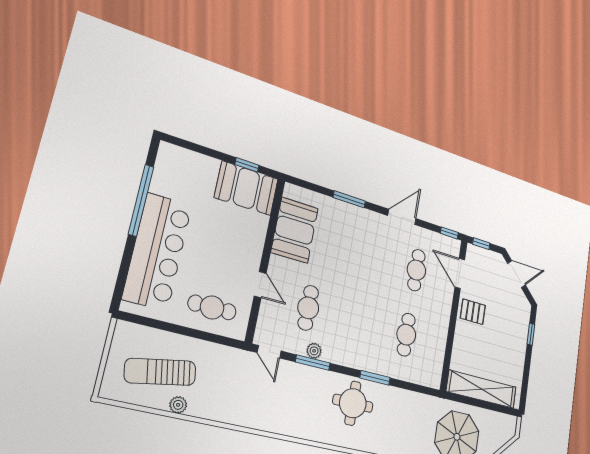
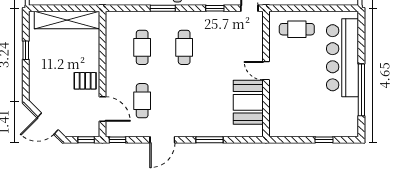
window: (247, 165) -> (324, 140), moved
booth: (246, 188) -> (291, 122), removed
door: (260, 285) -> (266, 71), moved
cafe table: (308, 308) -> (184, 47), moved
window: (531, 334) -> (26, 50), moved
plant: (314, 351) -> (215, 17), removed
window: (313, 362) -> (215, 8), width x0.67

